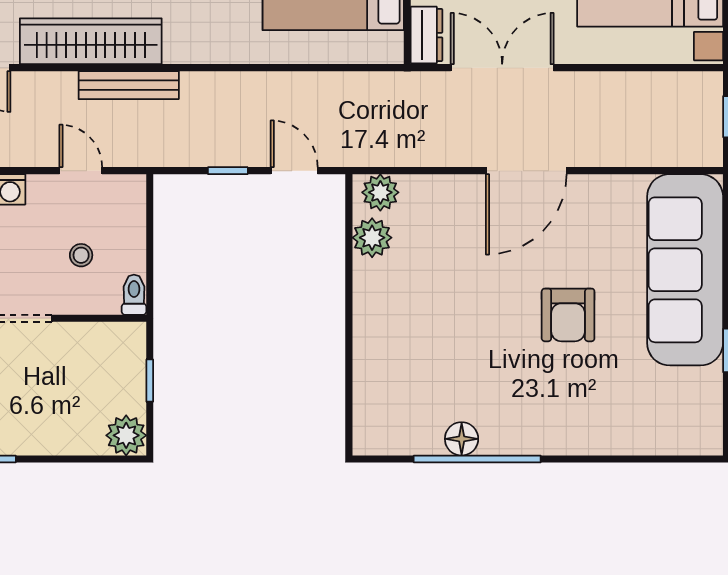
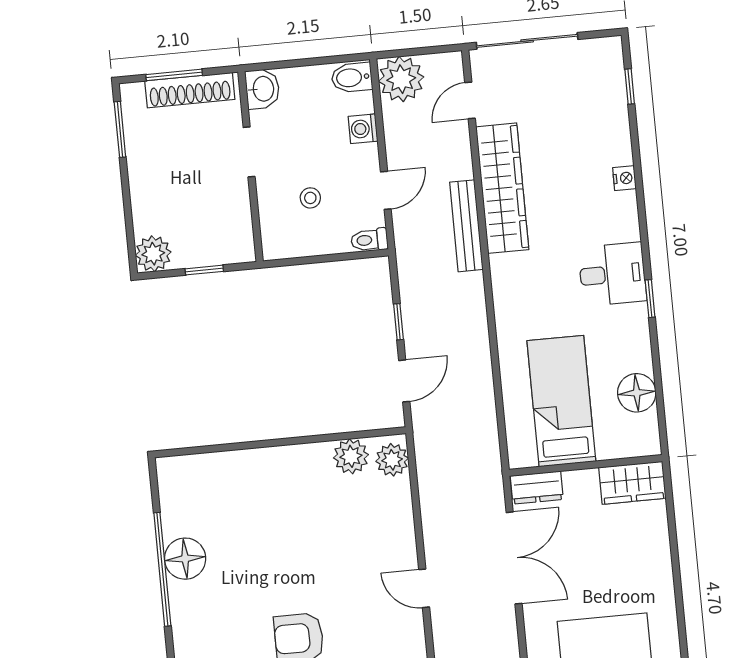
door: (526, 171) -> (424, 588), width x0.53
toilet: (134, 295) -> (369, 240), moved, turned 180
floor lamp: (462, 439) -> (185, 559), width x1.38, depth x1.38

